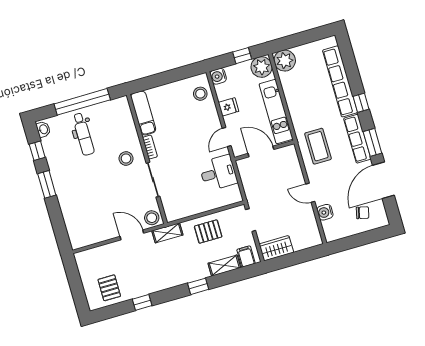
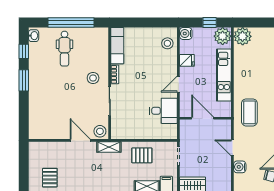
door: (261, 151) -> (203, 118), moved
wall: (264, 151) -> (205, 118), moved

